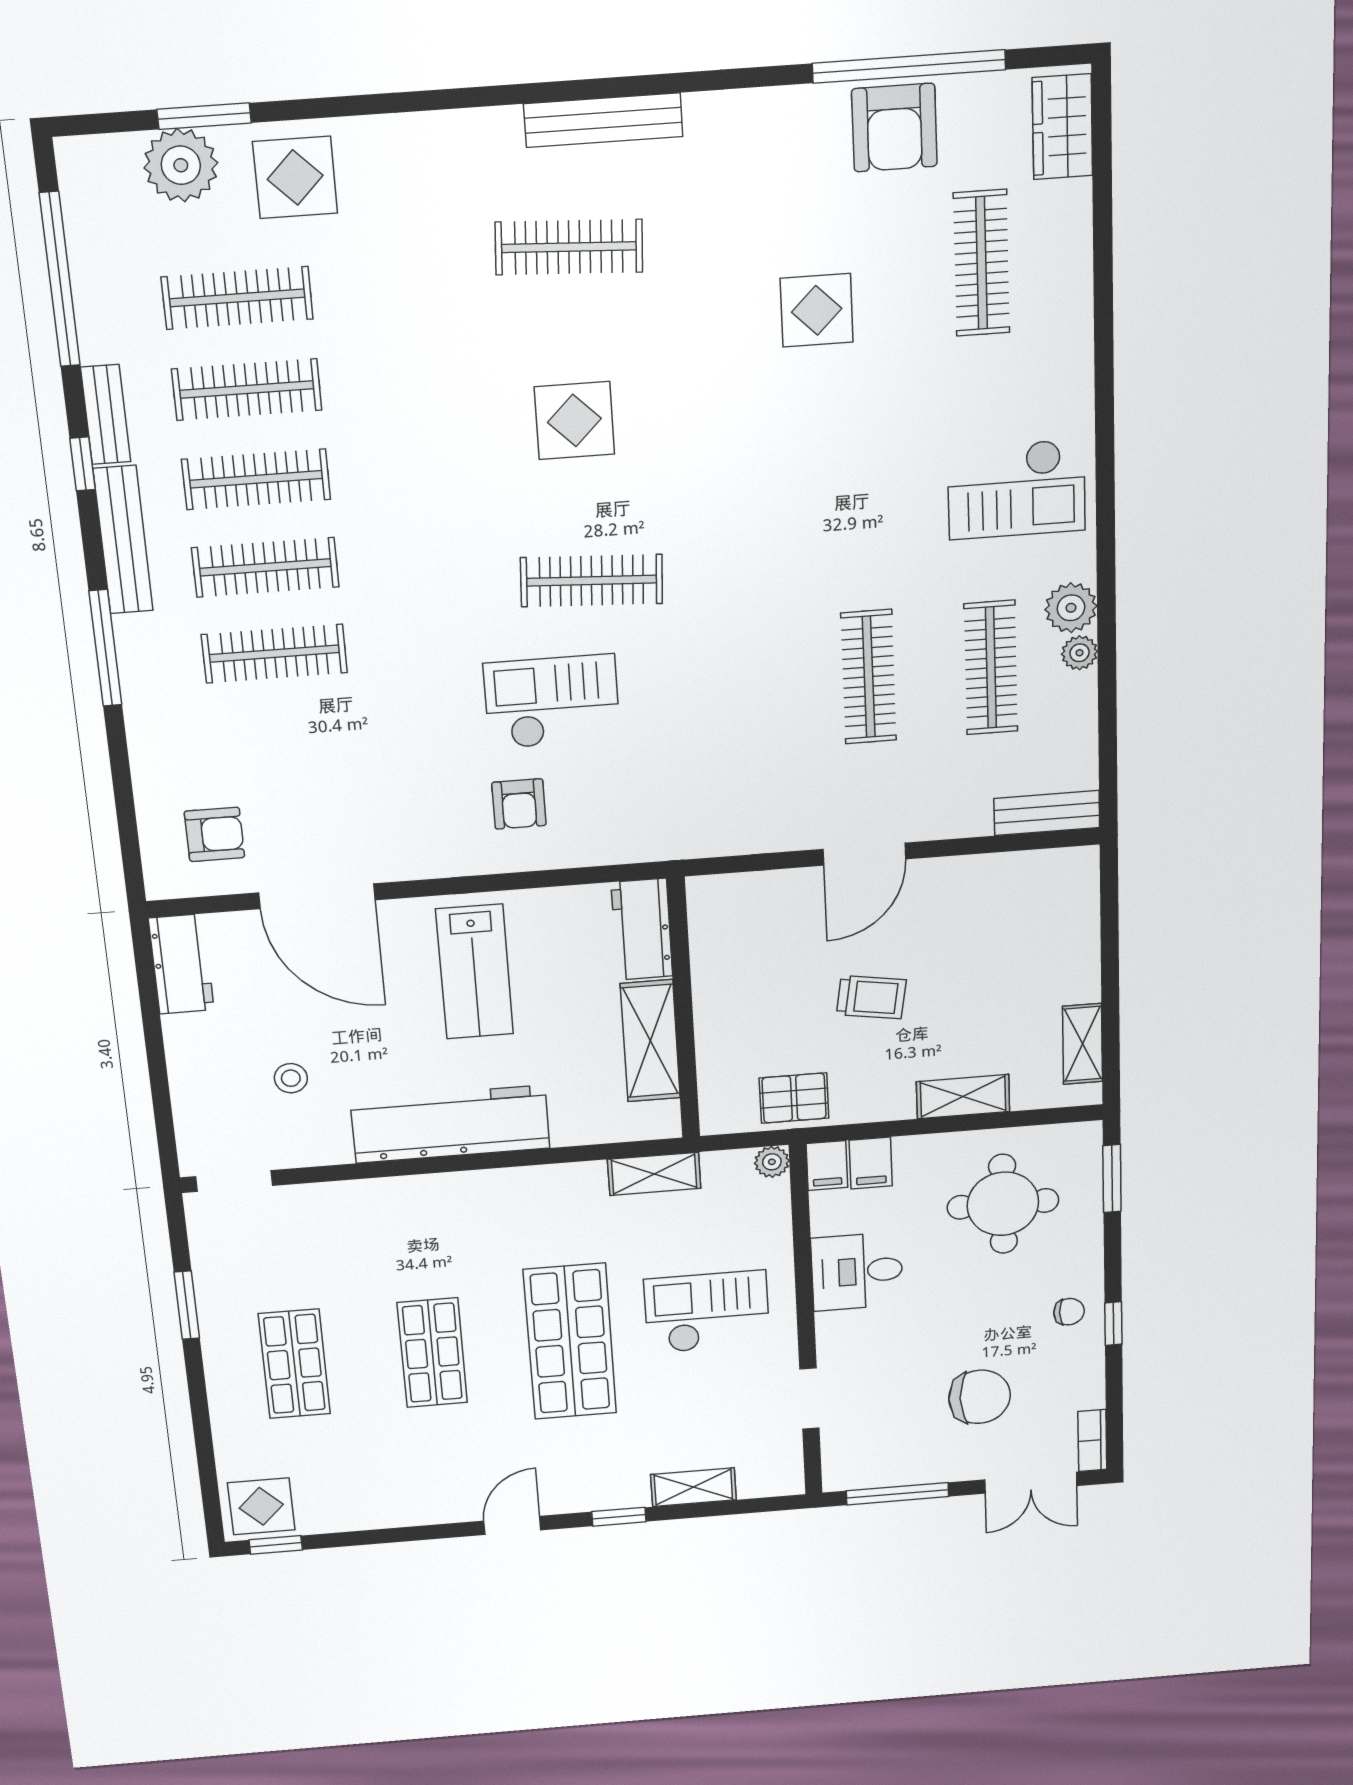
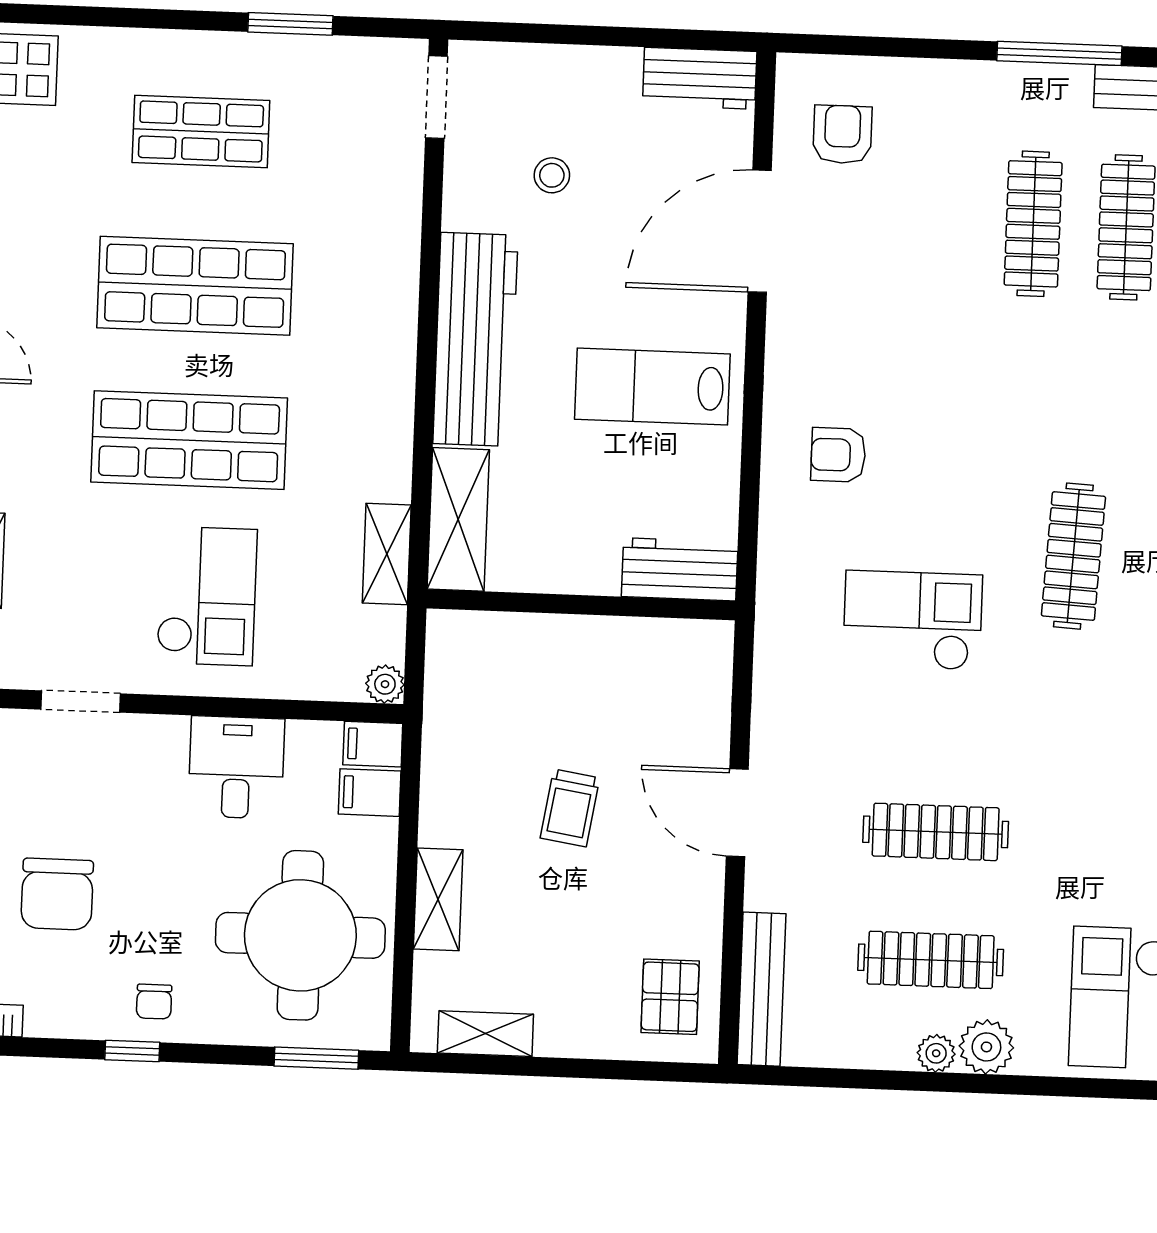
checkout: (552, 702) -> (913, 620), moved, turned -90
bench: (1047, 813) -> (762, 989), width x1.36
armchair: (214, 834) -> (842, 134), turned 180
shelving: (650, 1041) -> (458, 519), moved, turned 90
pallet: (794, 1098) -> (670, 997), moved
round table: (1003, 1204) -> (300, 935), width x1.36, depth x1.36
shop shelf: (432, 1353) -> (195, 286), width x1.43, depth x1.36

